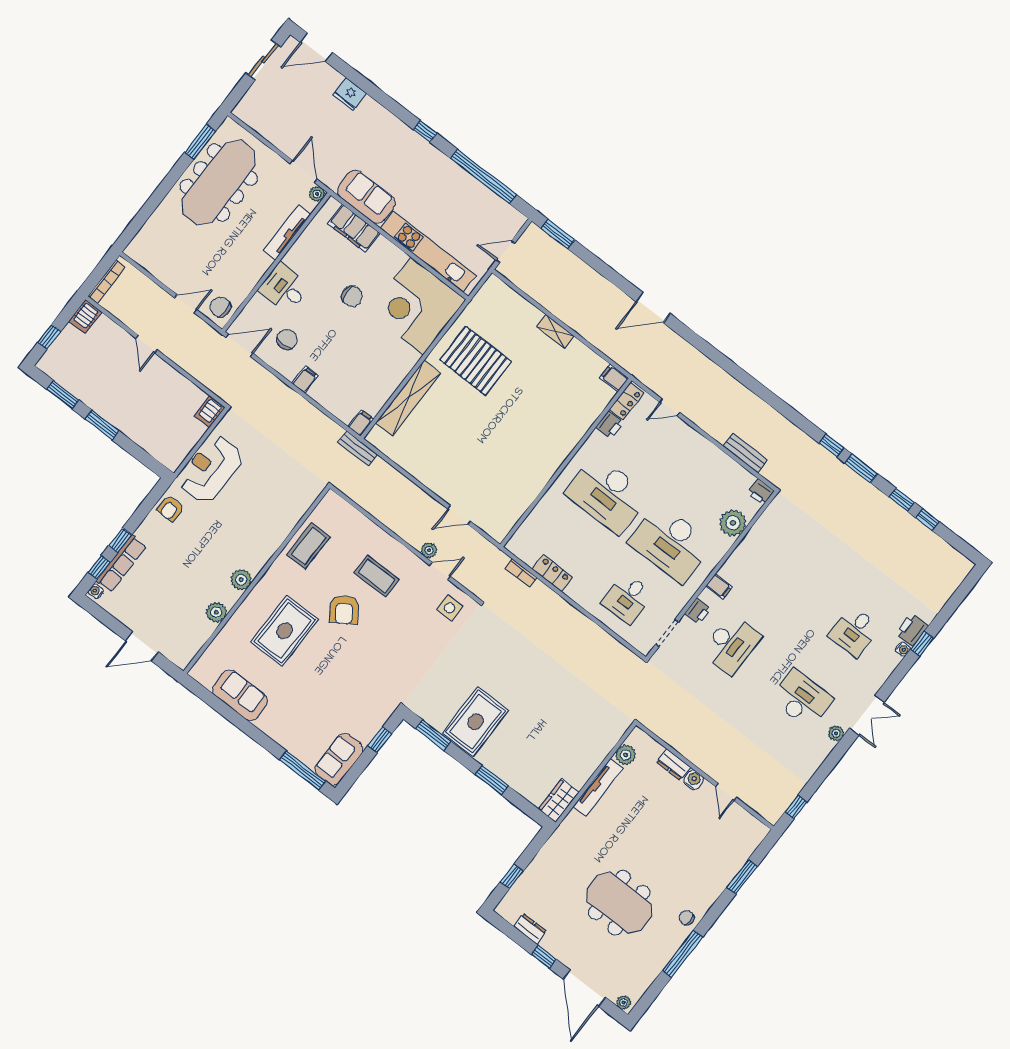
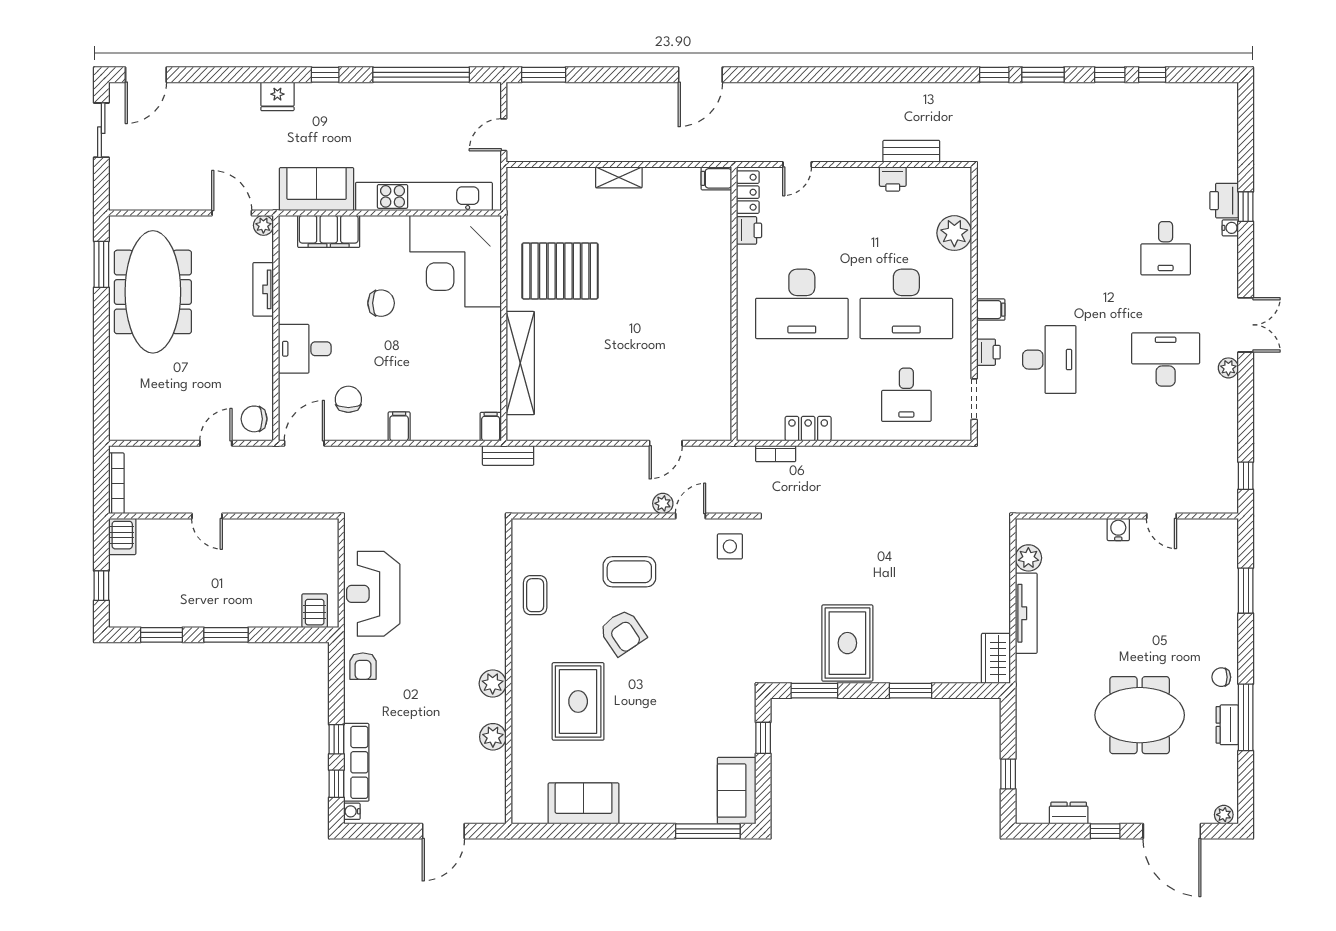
fridge: (350, 94) -> (277, 96), moved
tv unit: (287, 233) -> (263, 289), width x0.71
server rack: (210, 412) -> (315, 611), moved, turned 180
printer: (761, 492) -> (893, 179), moved
coffee table: (308, 546) -> (535, 595), width x0.73, depth x0.77
dresser: (673, 764) -> (1227, 725), moved, turned 90

